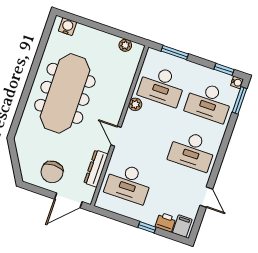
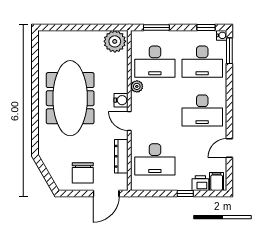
water cooler: (67, 27) -> (121, 100), moved, turned 90
plant: (125, 45) -> (115, 41), width x1.87, depth x1.87
door: (206, 197) -> (229, 148), swing flipped

